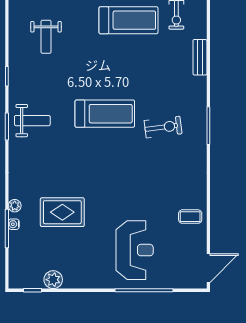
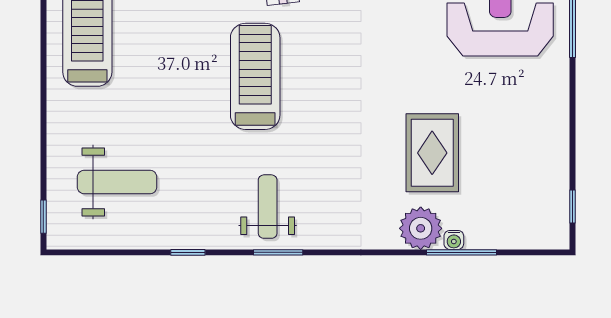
weight bench: (46, 37) -> (117, 182), width x1.36, depth x1.33
plant: (15, 206) -> (421, 228), width x1.88, depth x1.88
plant: (53, 280) -> (553, 169), removed

